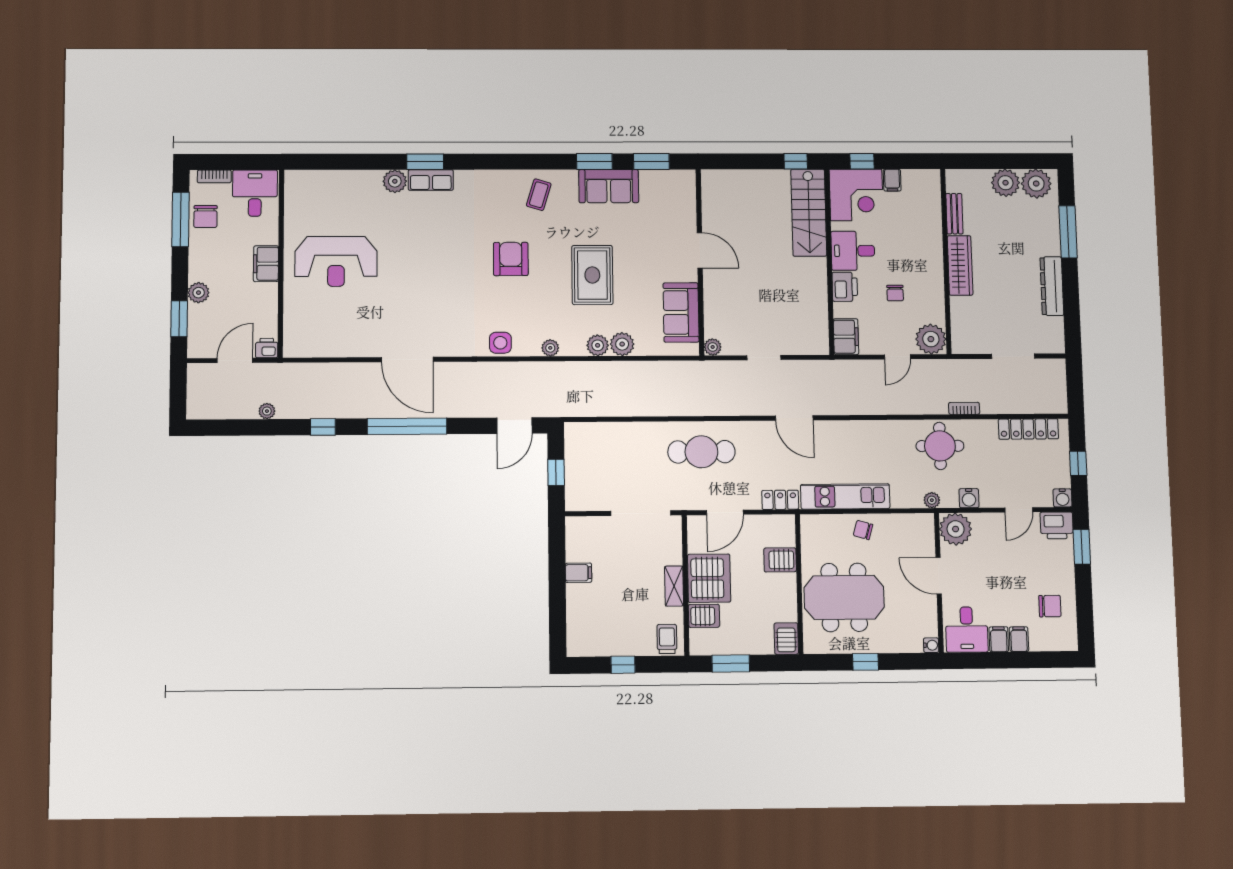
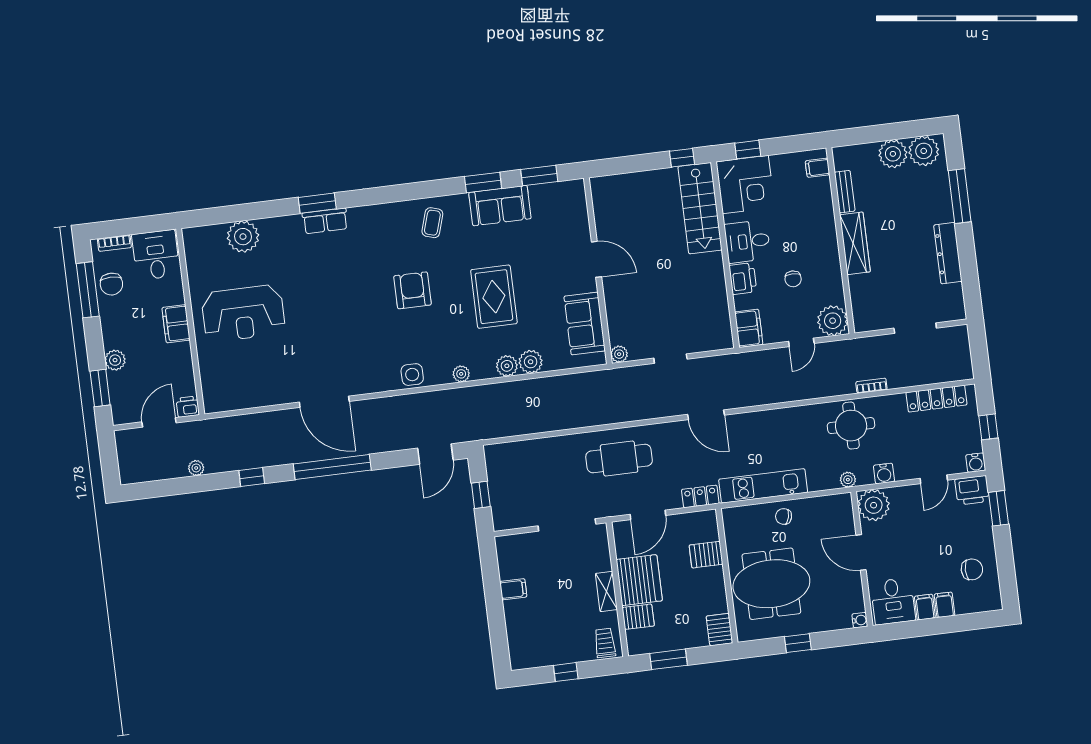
filing cabinet: (892, 180) -> (817, 168), moved, turned 90
plant: (395, 181) -> (243, 237), moved, width x1.36, depth x1.36

